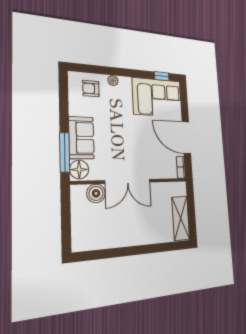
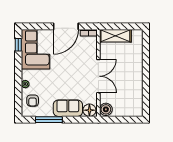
window: (65, 152) -> (49, 120), moved
boiler: (96, 193) -> (106, 109), moved
shelving: (181, 218) -> (115, 36), moved

